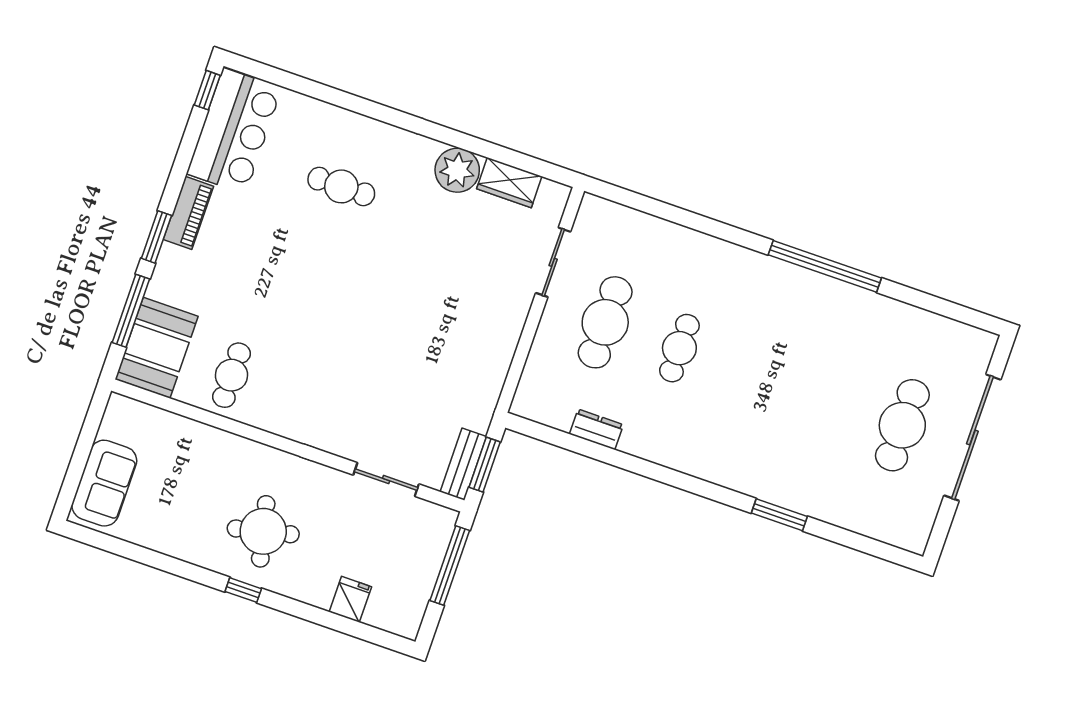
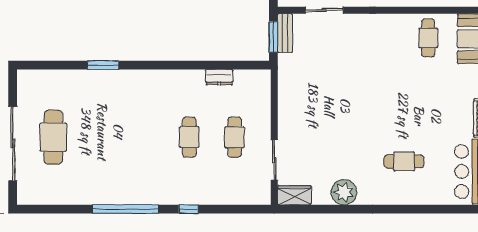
wardrobe: (509, 183) -> (294, 195), moved
window: (721, 231) -> (189, 209), added
cafe table: (605, 322) -> (235, 137), width x0.73, depth x0.74

